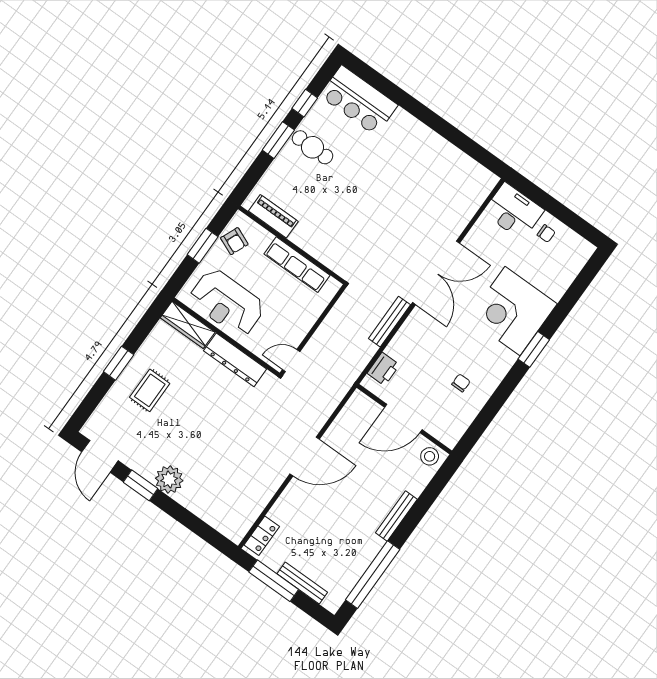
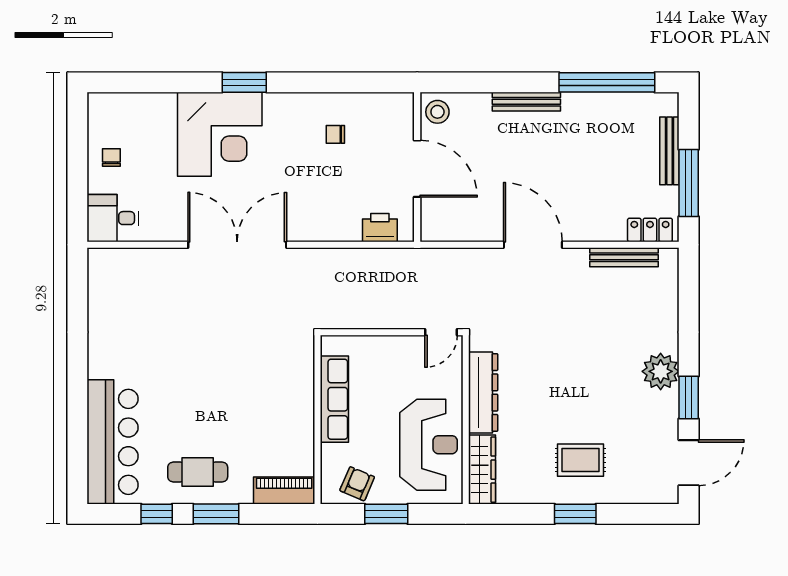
bar counter: (359, 100) -> (113, 442), width x1.36
cafe table: (313, 147) -> (198, 472), turned 90
desk: (513, 211) -> (113, 218), width x0.73
piano: (273, 216) -> (284, 491), moved, turned 90
bench: (389, 322) -> (624, 257), moved
door: (291, 361) -> (441, 332), hinge flipped

